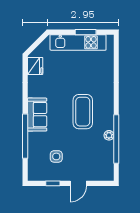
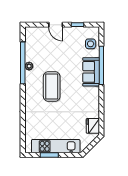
sofa: (37, 115) -> (91, 72), moved
side table: (56, 156) -> (91, 44), moved
door: (78, 183) -> (56, 25), swing flipped

